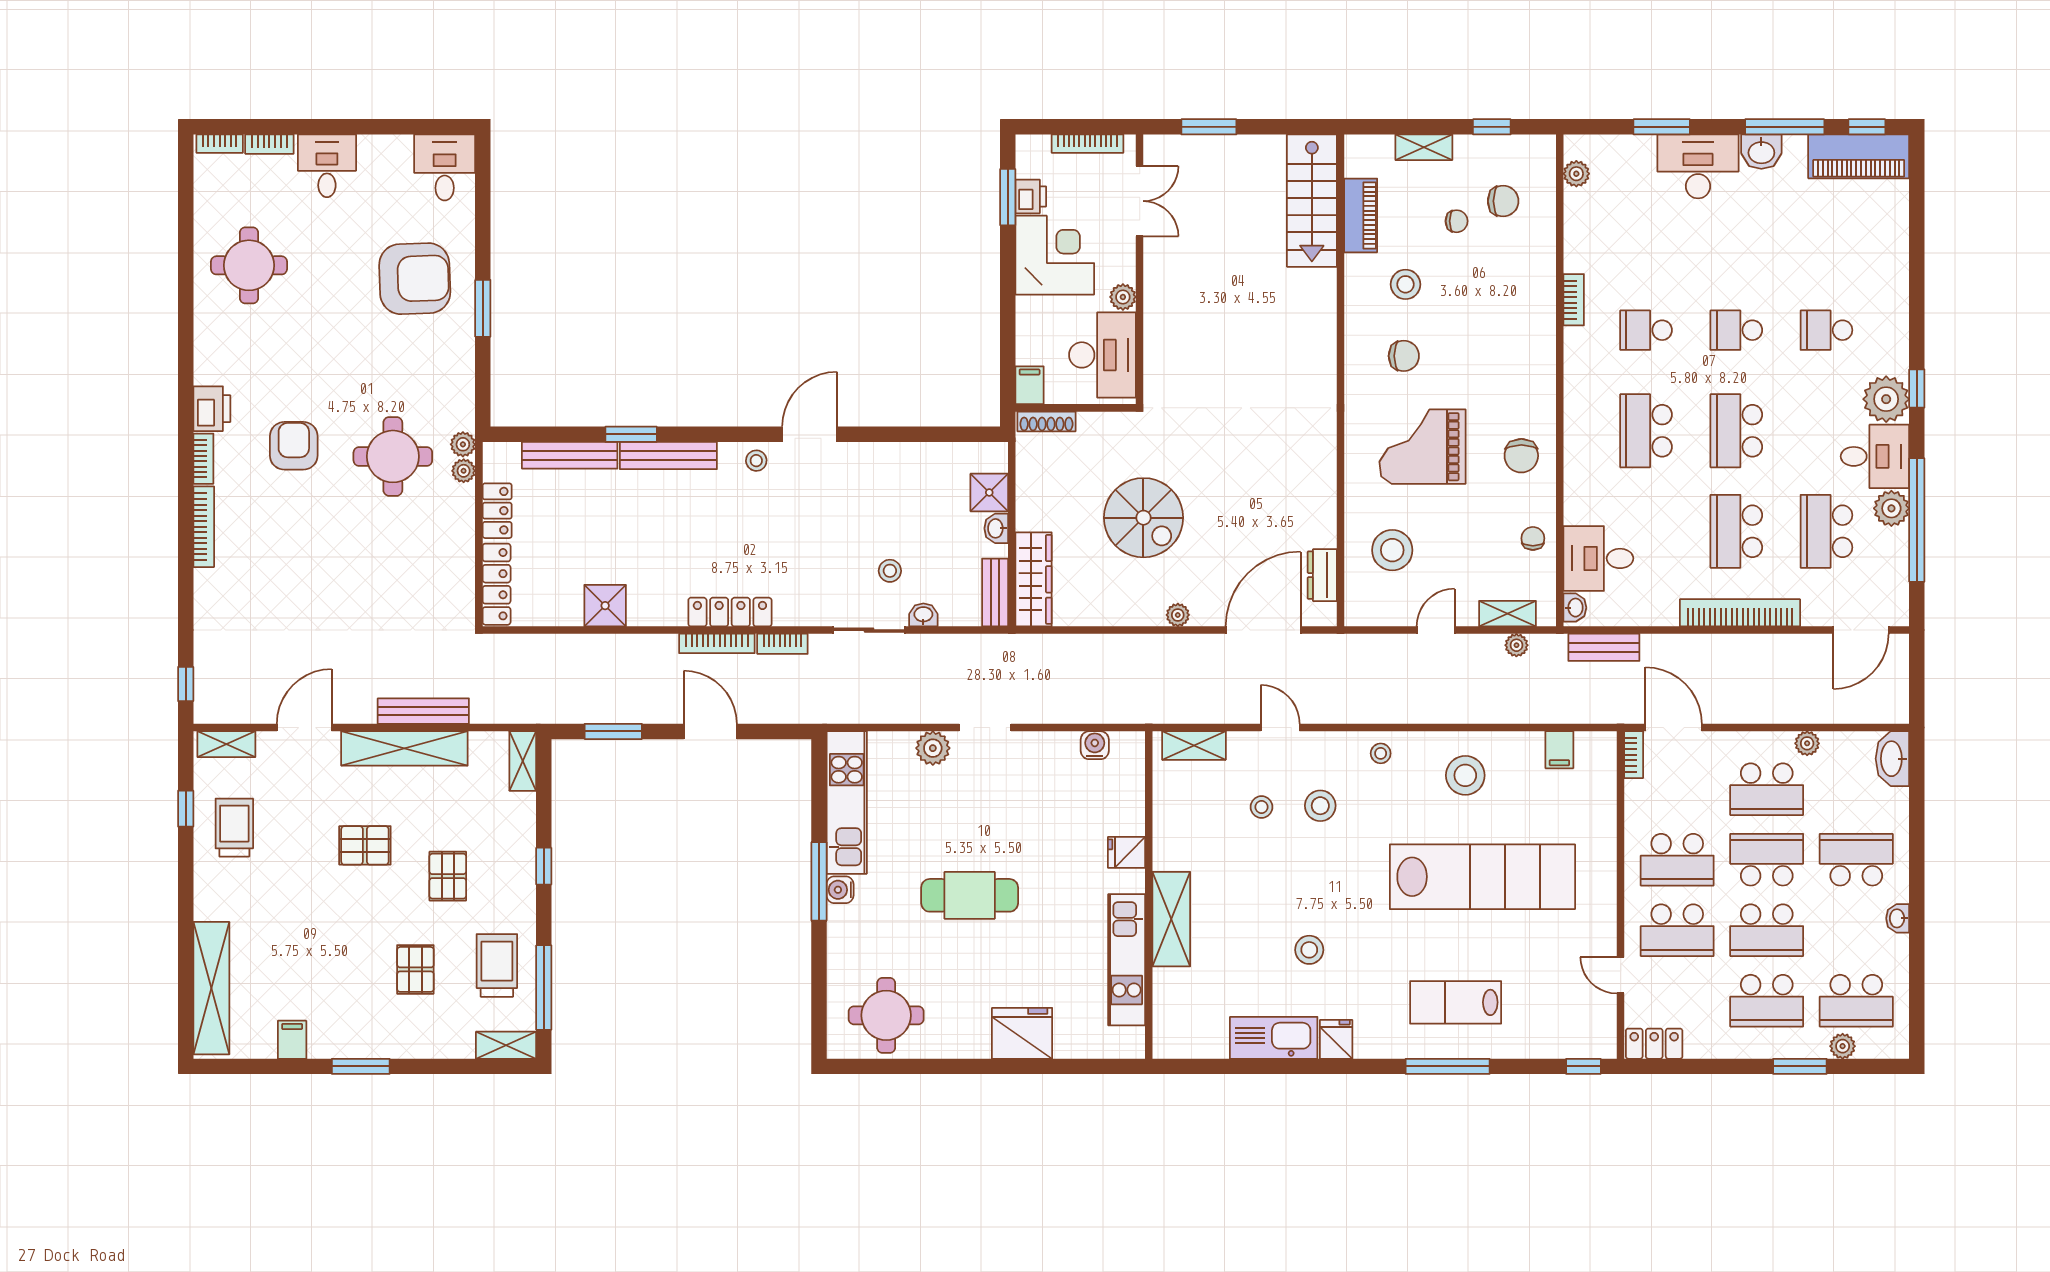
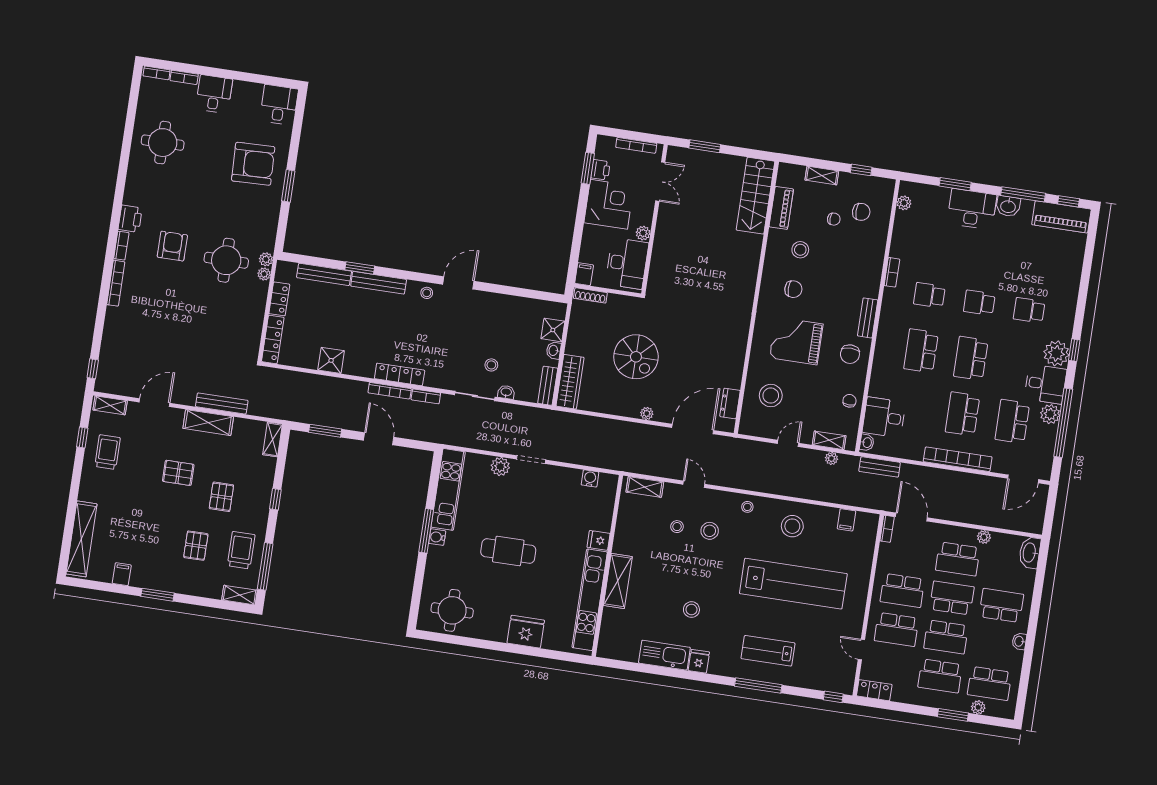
bench: (1543, 387) -> (868, 318), added
shelving: (404, 748) -> (208, 423), width x0.68
kitchen unit: (1127, 960) -> (590, 600), width x1.36

